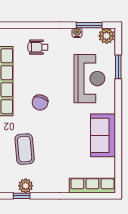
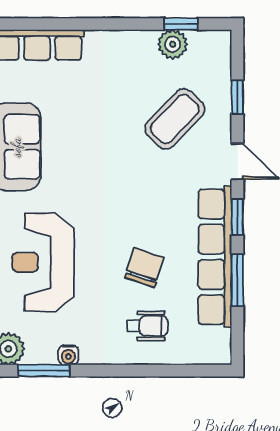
chair: (40, 102) -> (144, 268), moved
coffee table: (25, 149) -> (175, 119), turned 49

